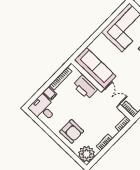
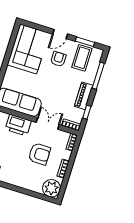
armchair: (72, 131) -> (39, 154), moved

